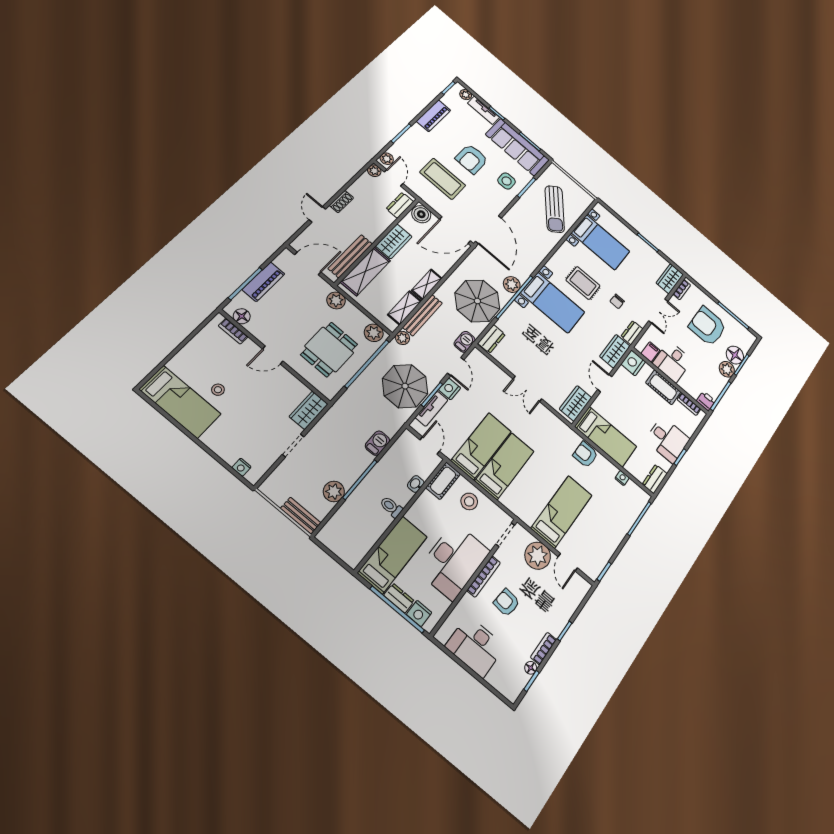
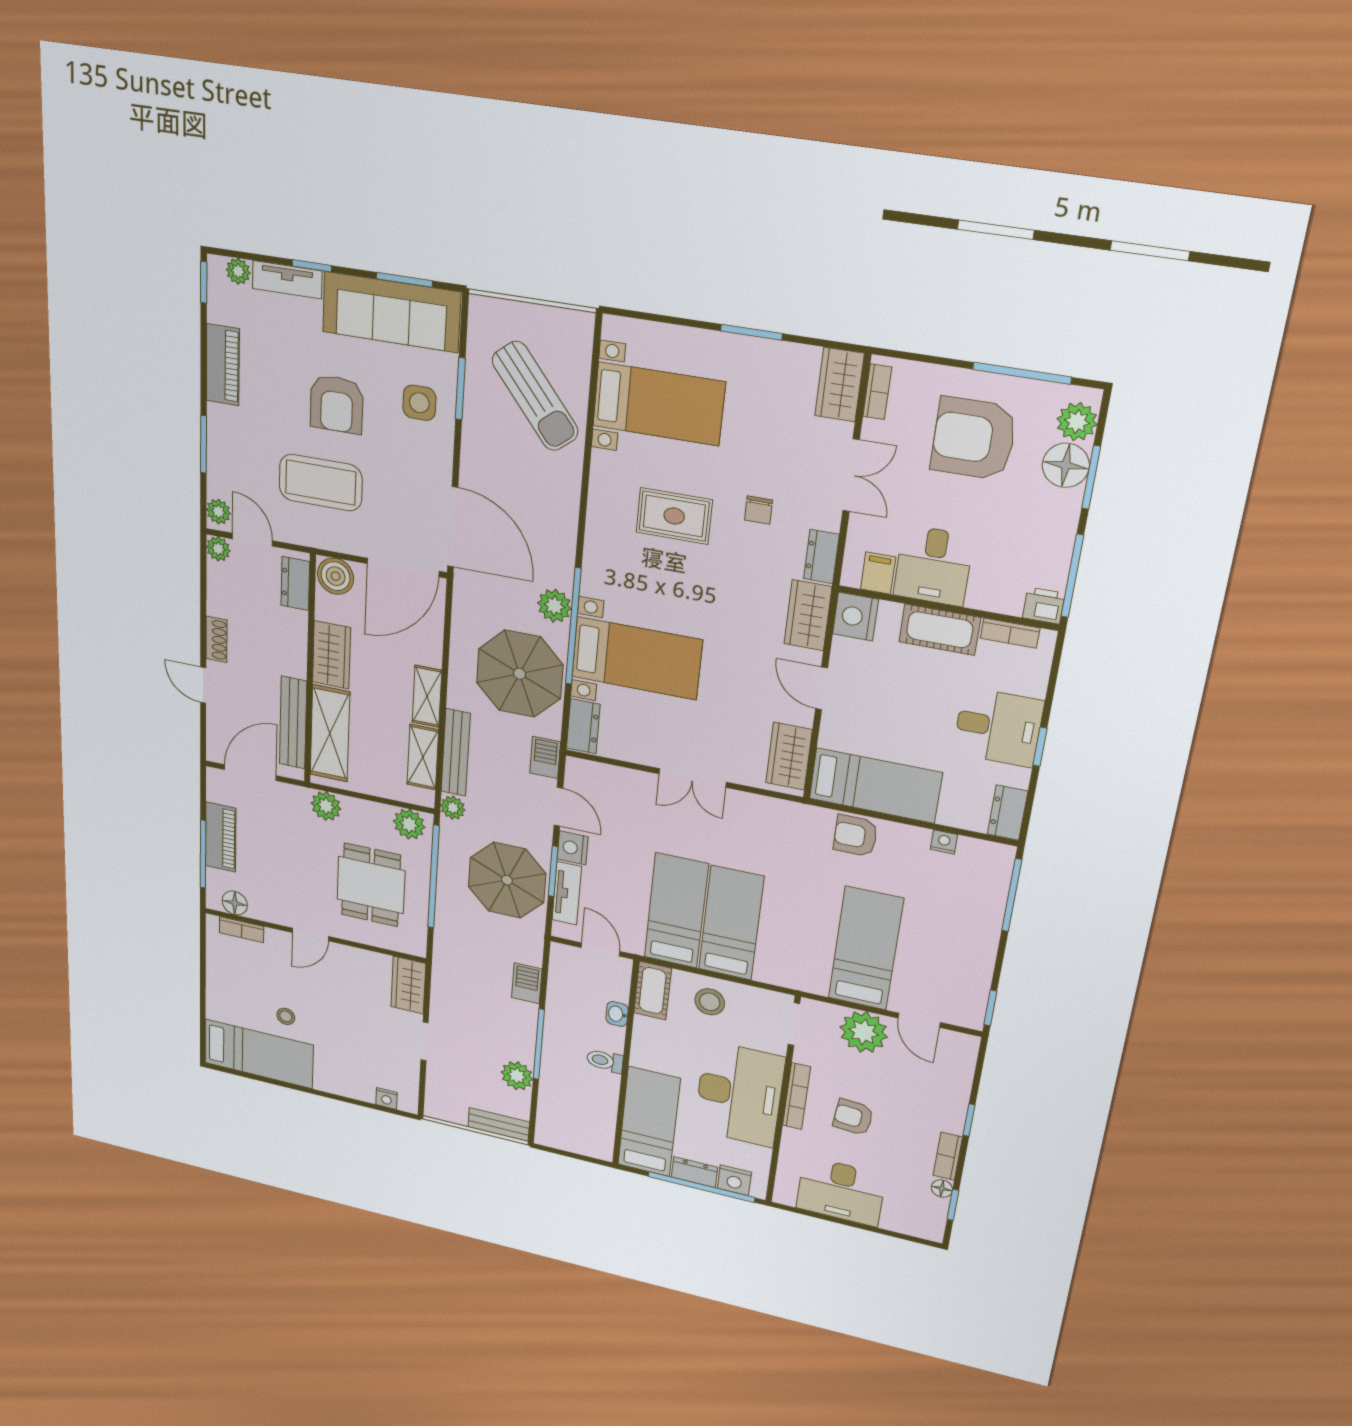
bed with nightstands: (553, 303) -> (637, 658), moved
plant: (727, 369) -> (1077, 422), moved

